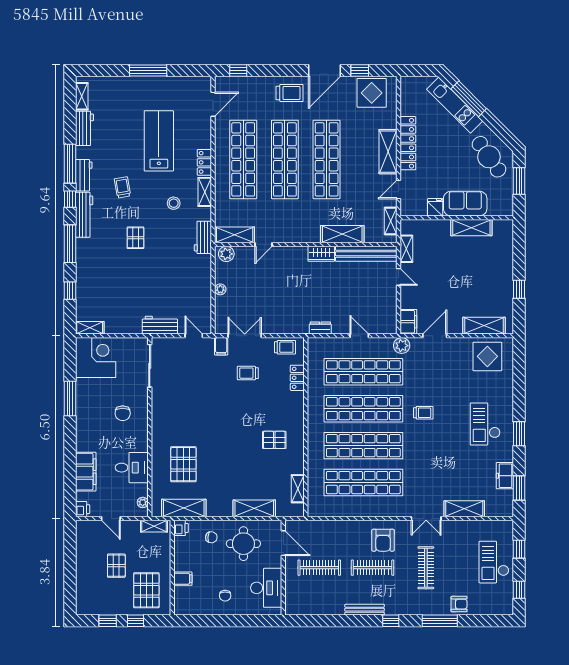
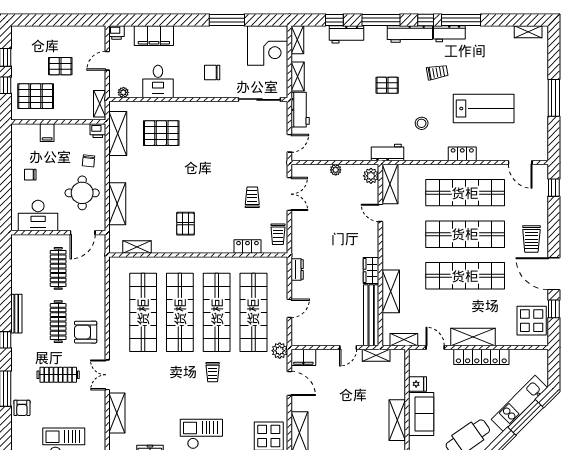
workbench: (84, 128) -> (346, 34), moved
shelving: (205, 192) -> (298, 76), moved, turned 90
filing cabinet: (221, 346) -> (279, 171), removed

